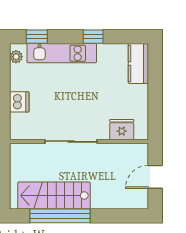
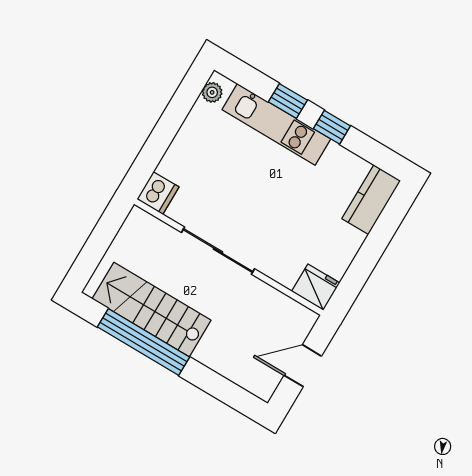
window: (37, 37) -> (288, 101), moved
dishwasher: (19, 102) -> (158, 193), moved
fridge: (122, 130) -> (316, 287), moved

